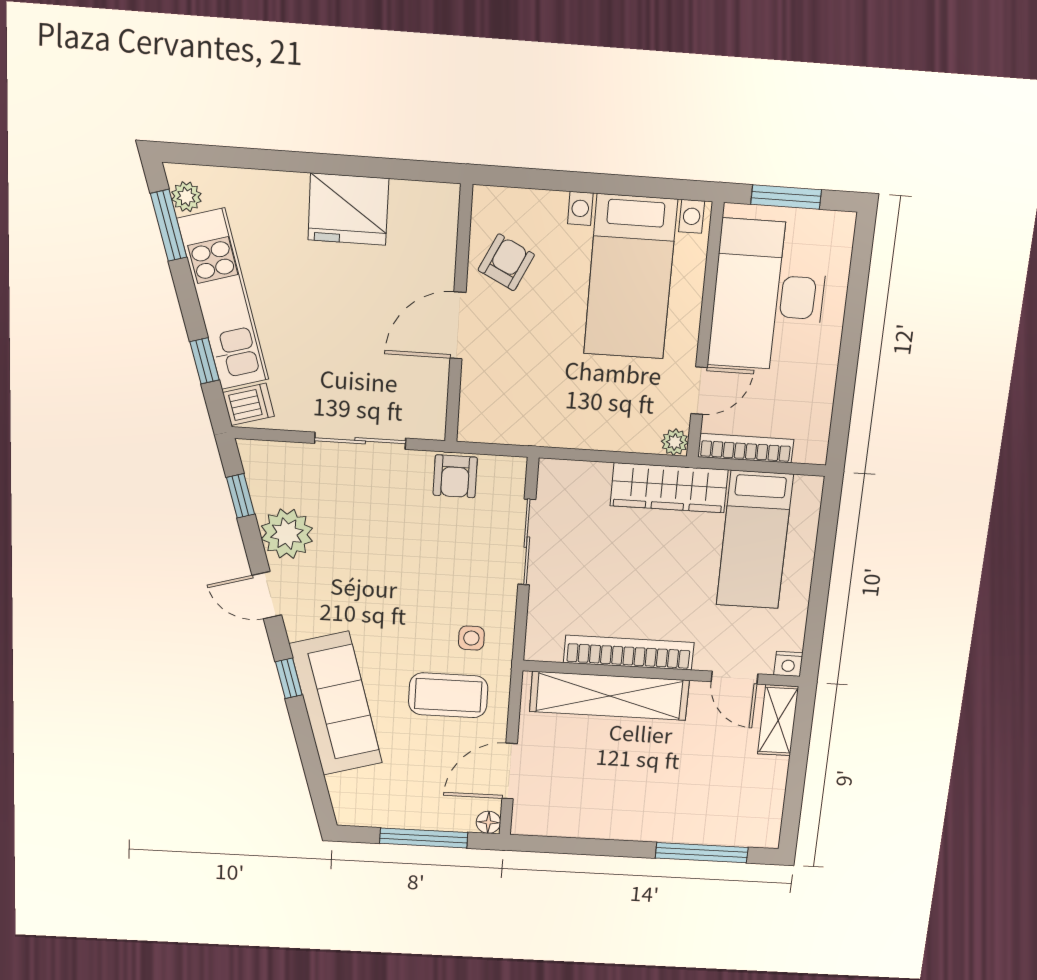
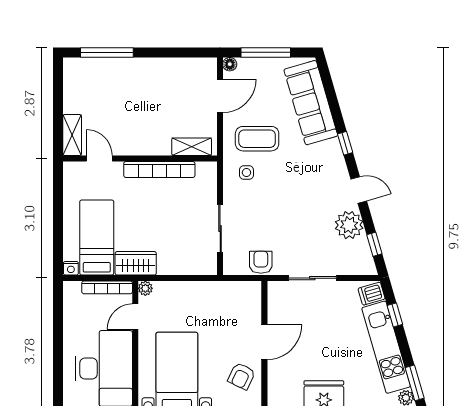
wardrobe: (669, 488) -> (136, 263), width x0.67
nightstand: (788, 664) -> (71, 268), moved, turned 180
shelving: (609, 696) -> (192, 147), width x0.45, depth x0.75
sofa: (336, 704) -> (311, 103), moved

